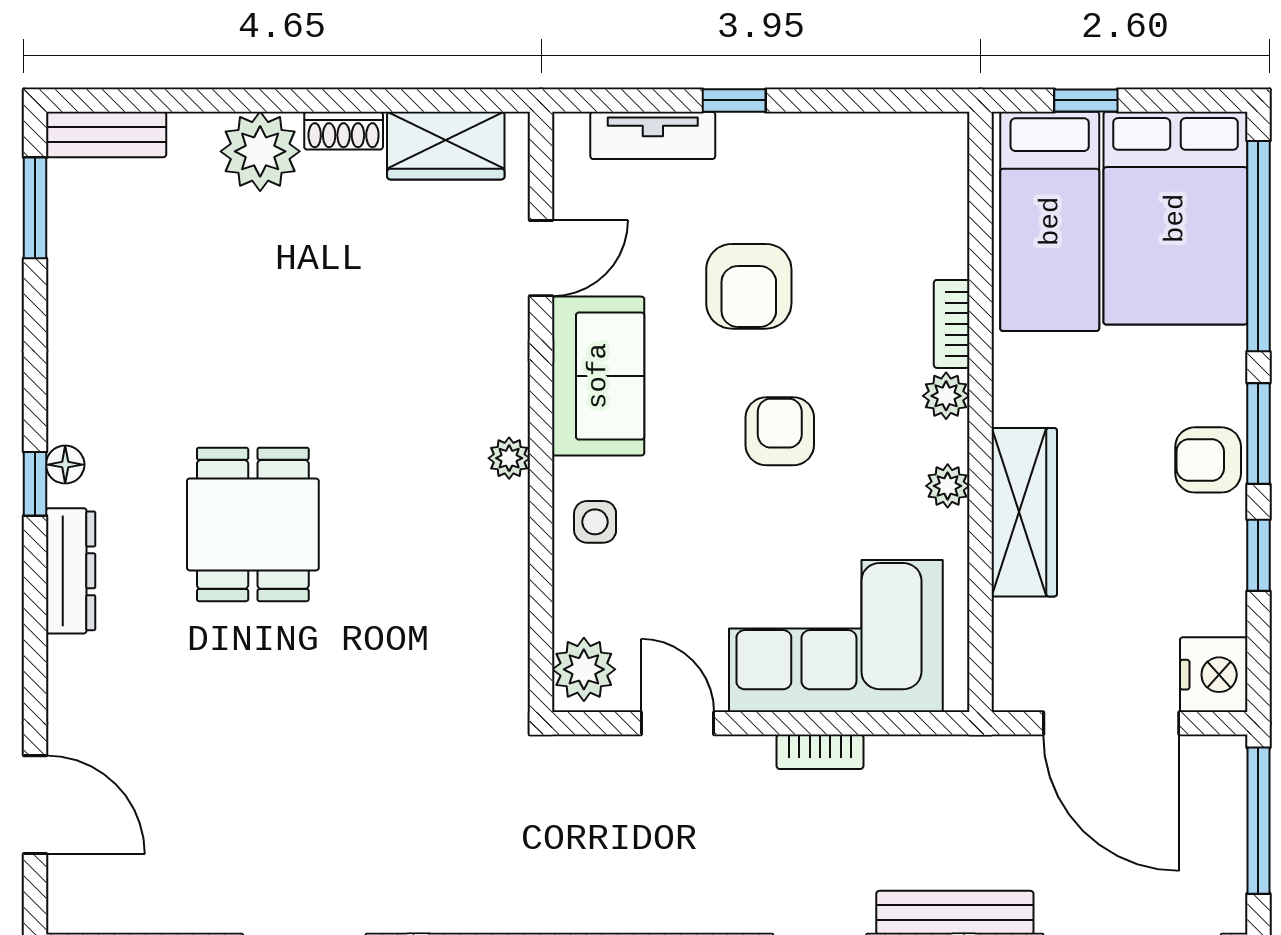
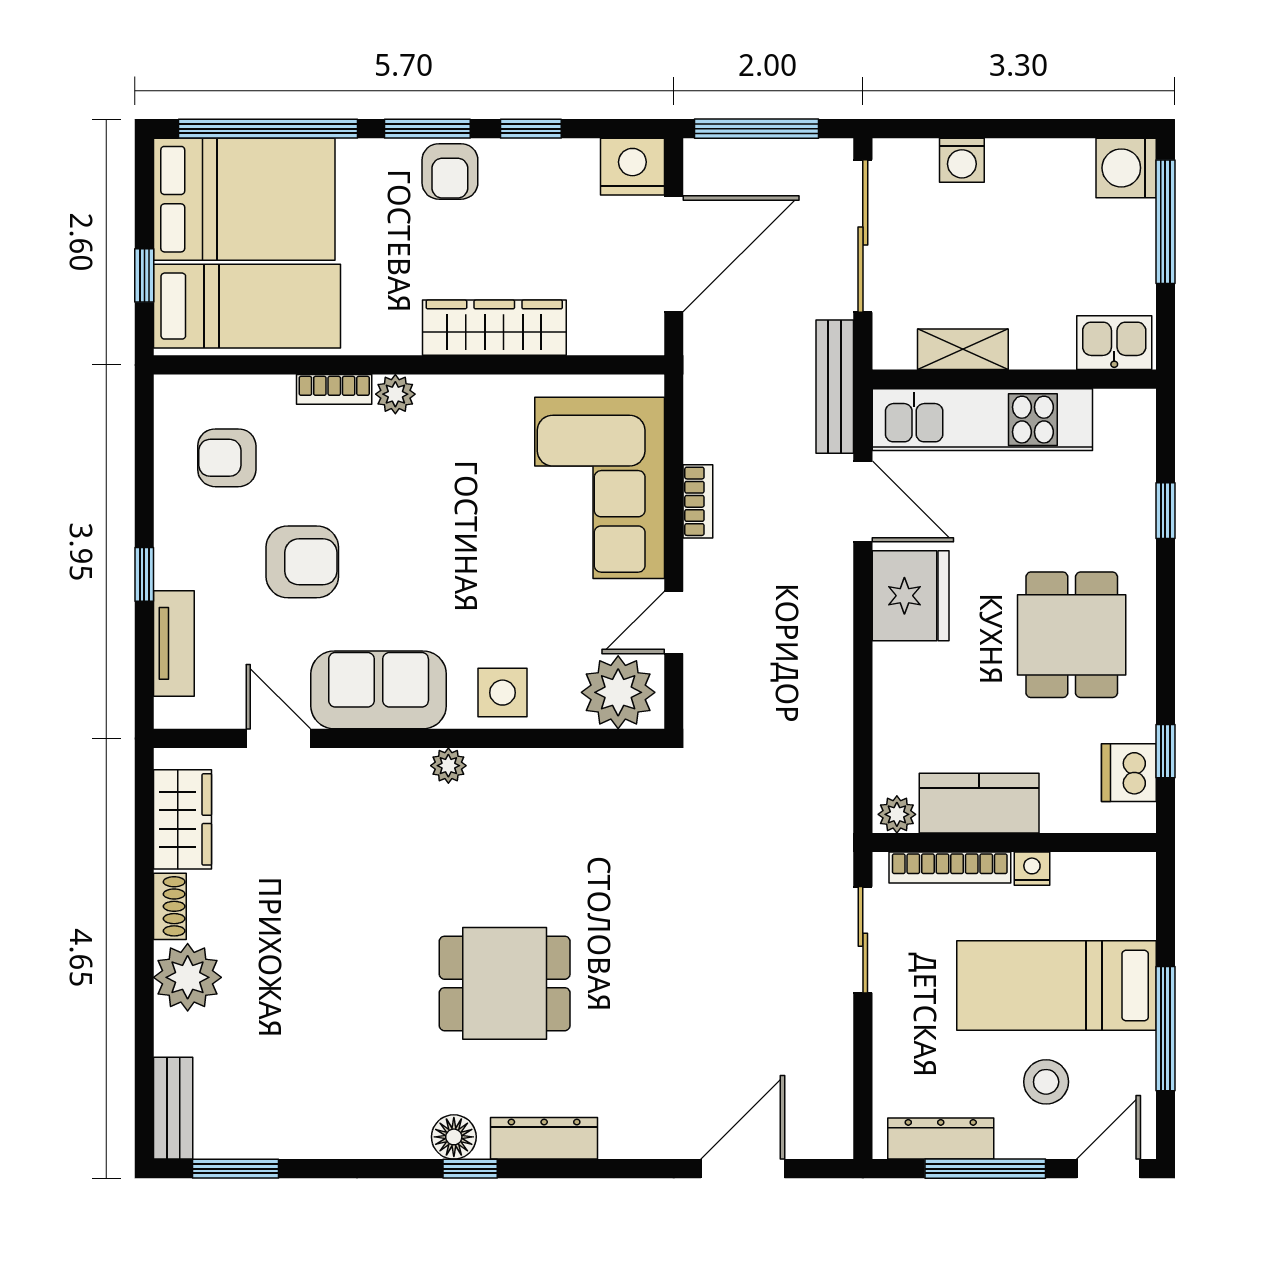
armchair: (780, 431) -> (227, 458), moved
floor lamp: (65, 465) -> (454, 1137), width x1.37, depth x1.37
plant: (948, 486) -> (472, 393), removed
side table: (595, 522) -> (502, 693), width x1.37, depth x1.37
plant: (584, 669) -> (618, 692), width x1.36, depth x1.36

